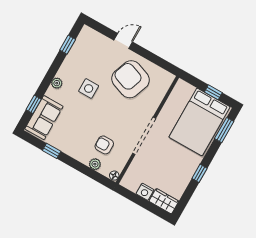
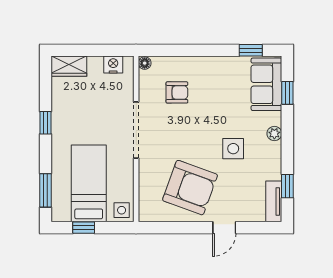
tv unit: (82, 40) -> (274, 201), added
side table: (183, 90) -> (122, 210), added
bed: (199, 122) -> (89, 183), width x0.67
window: (52, 151) -> (251, 50), moved
plant: (95, 164) -> (175, 64), removed
nightstand: (145, 192) -> (113, 65), moved

